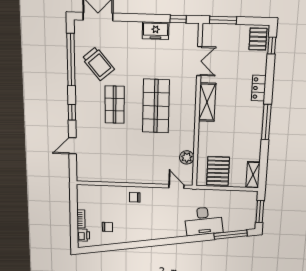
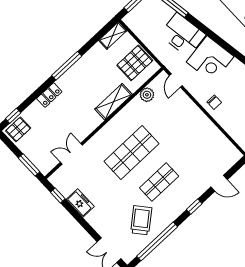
shelving: (207, 102) -> (114, 102), moved
corner desk: (168, 223) -> (210, 59), added

